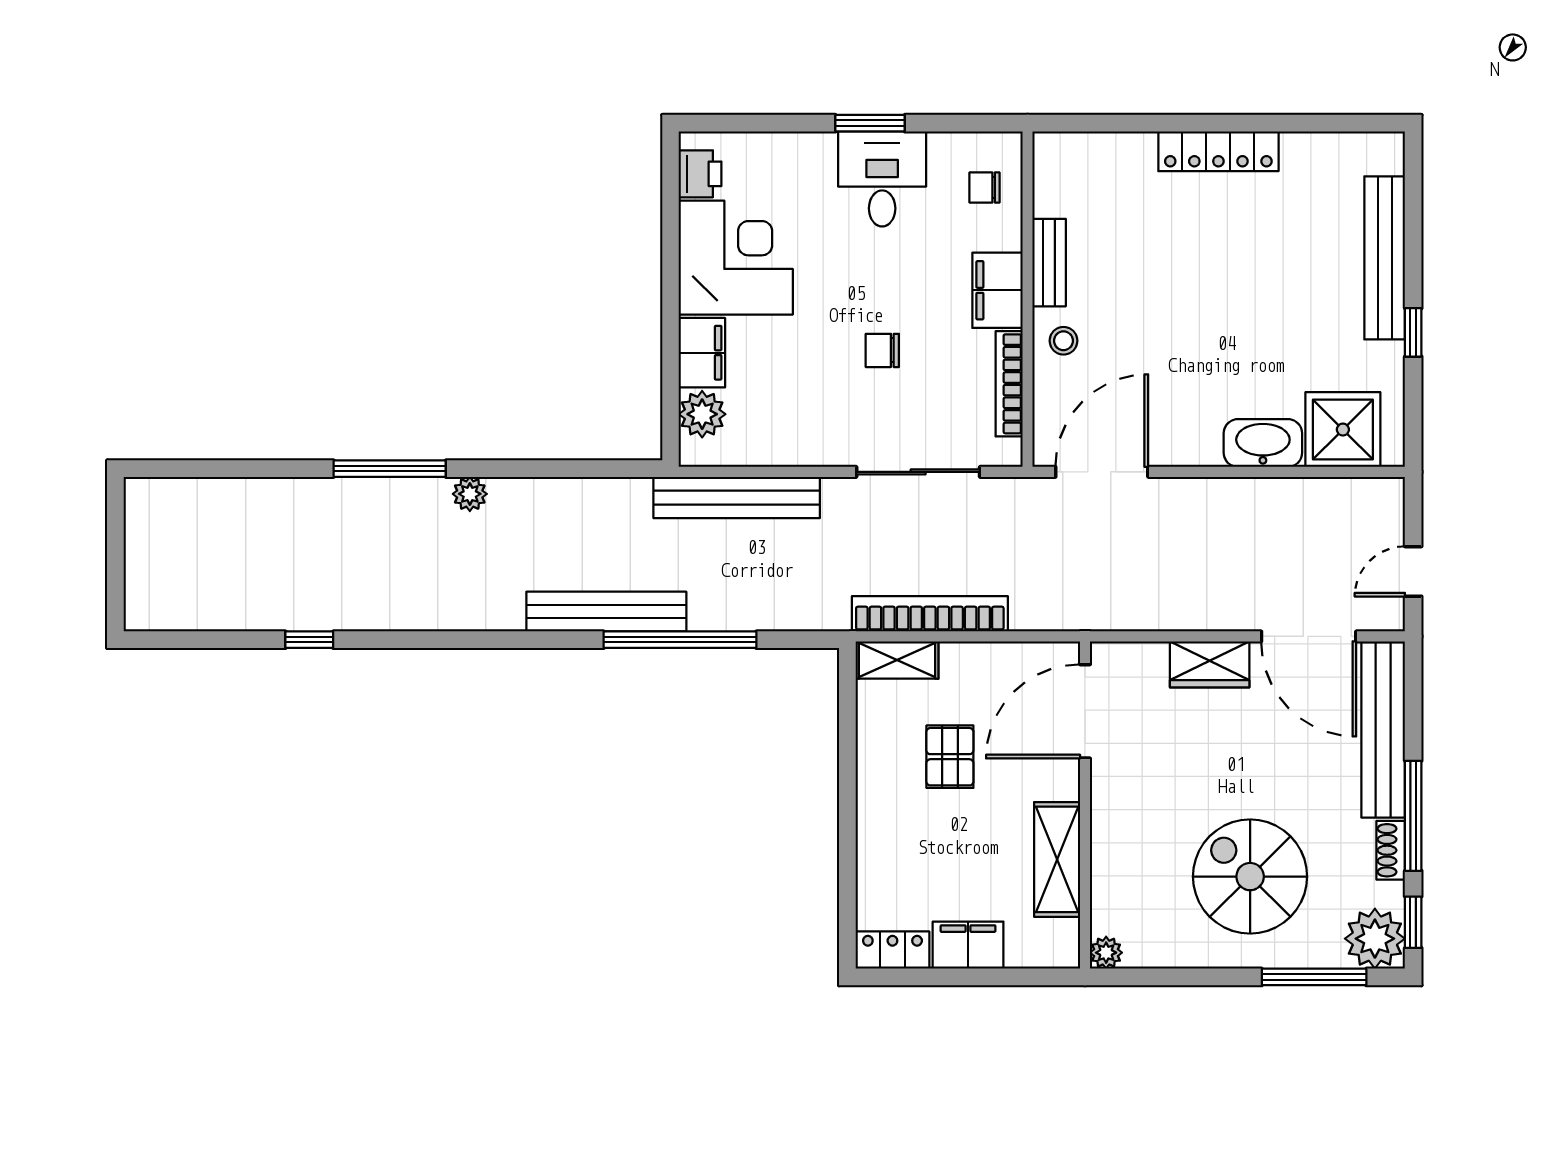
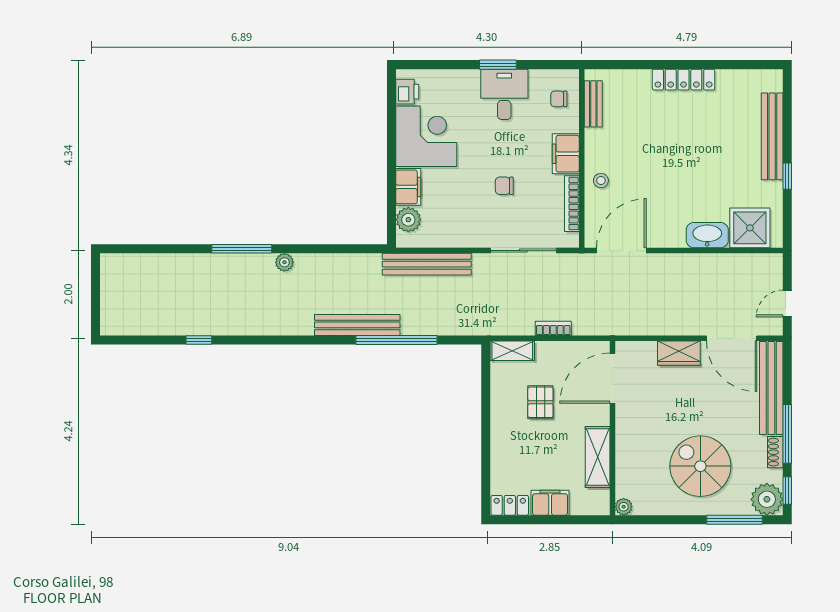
bench: (1049, 263) -> (593, 104), moved
bookcase: (930, 614) -> (553, 328), width x0.43, depth x0.76

